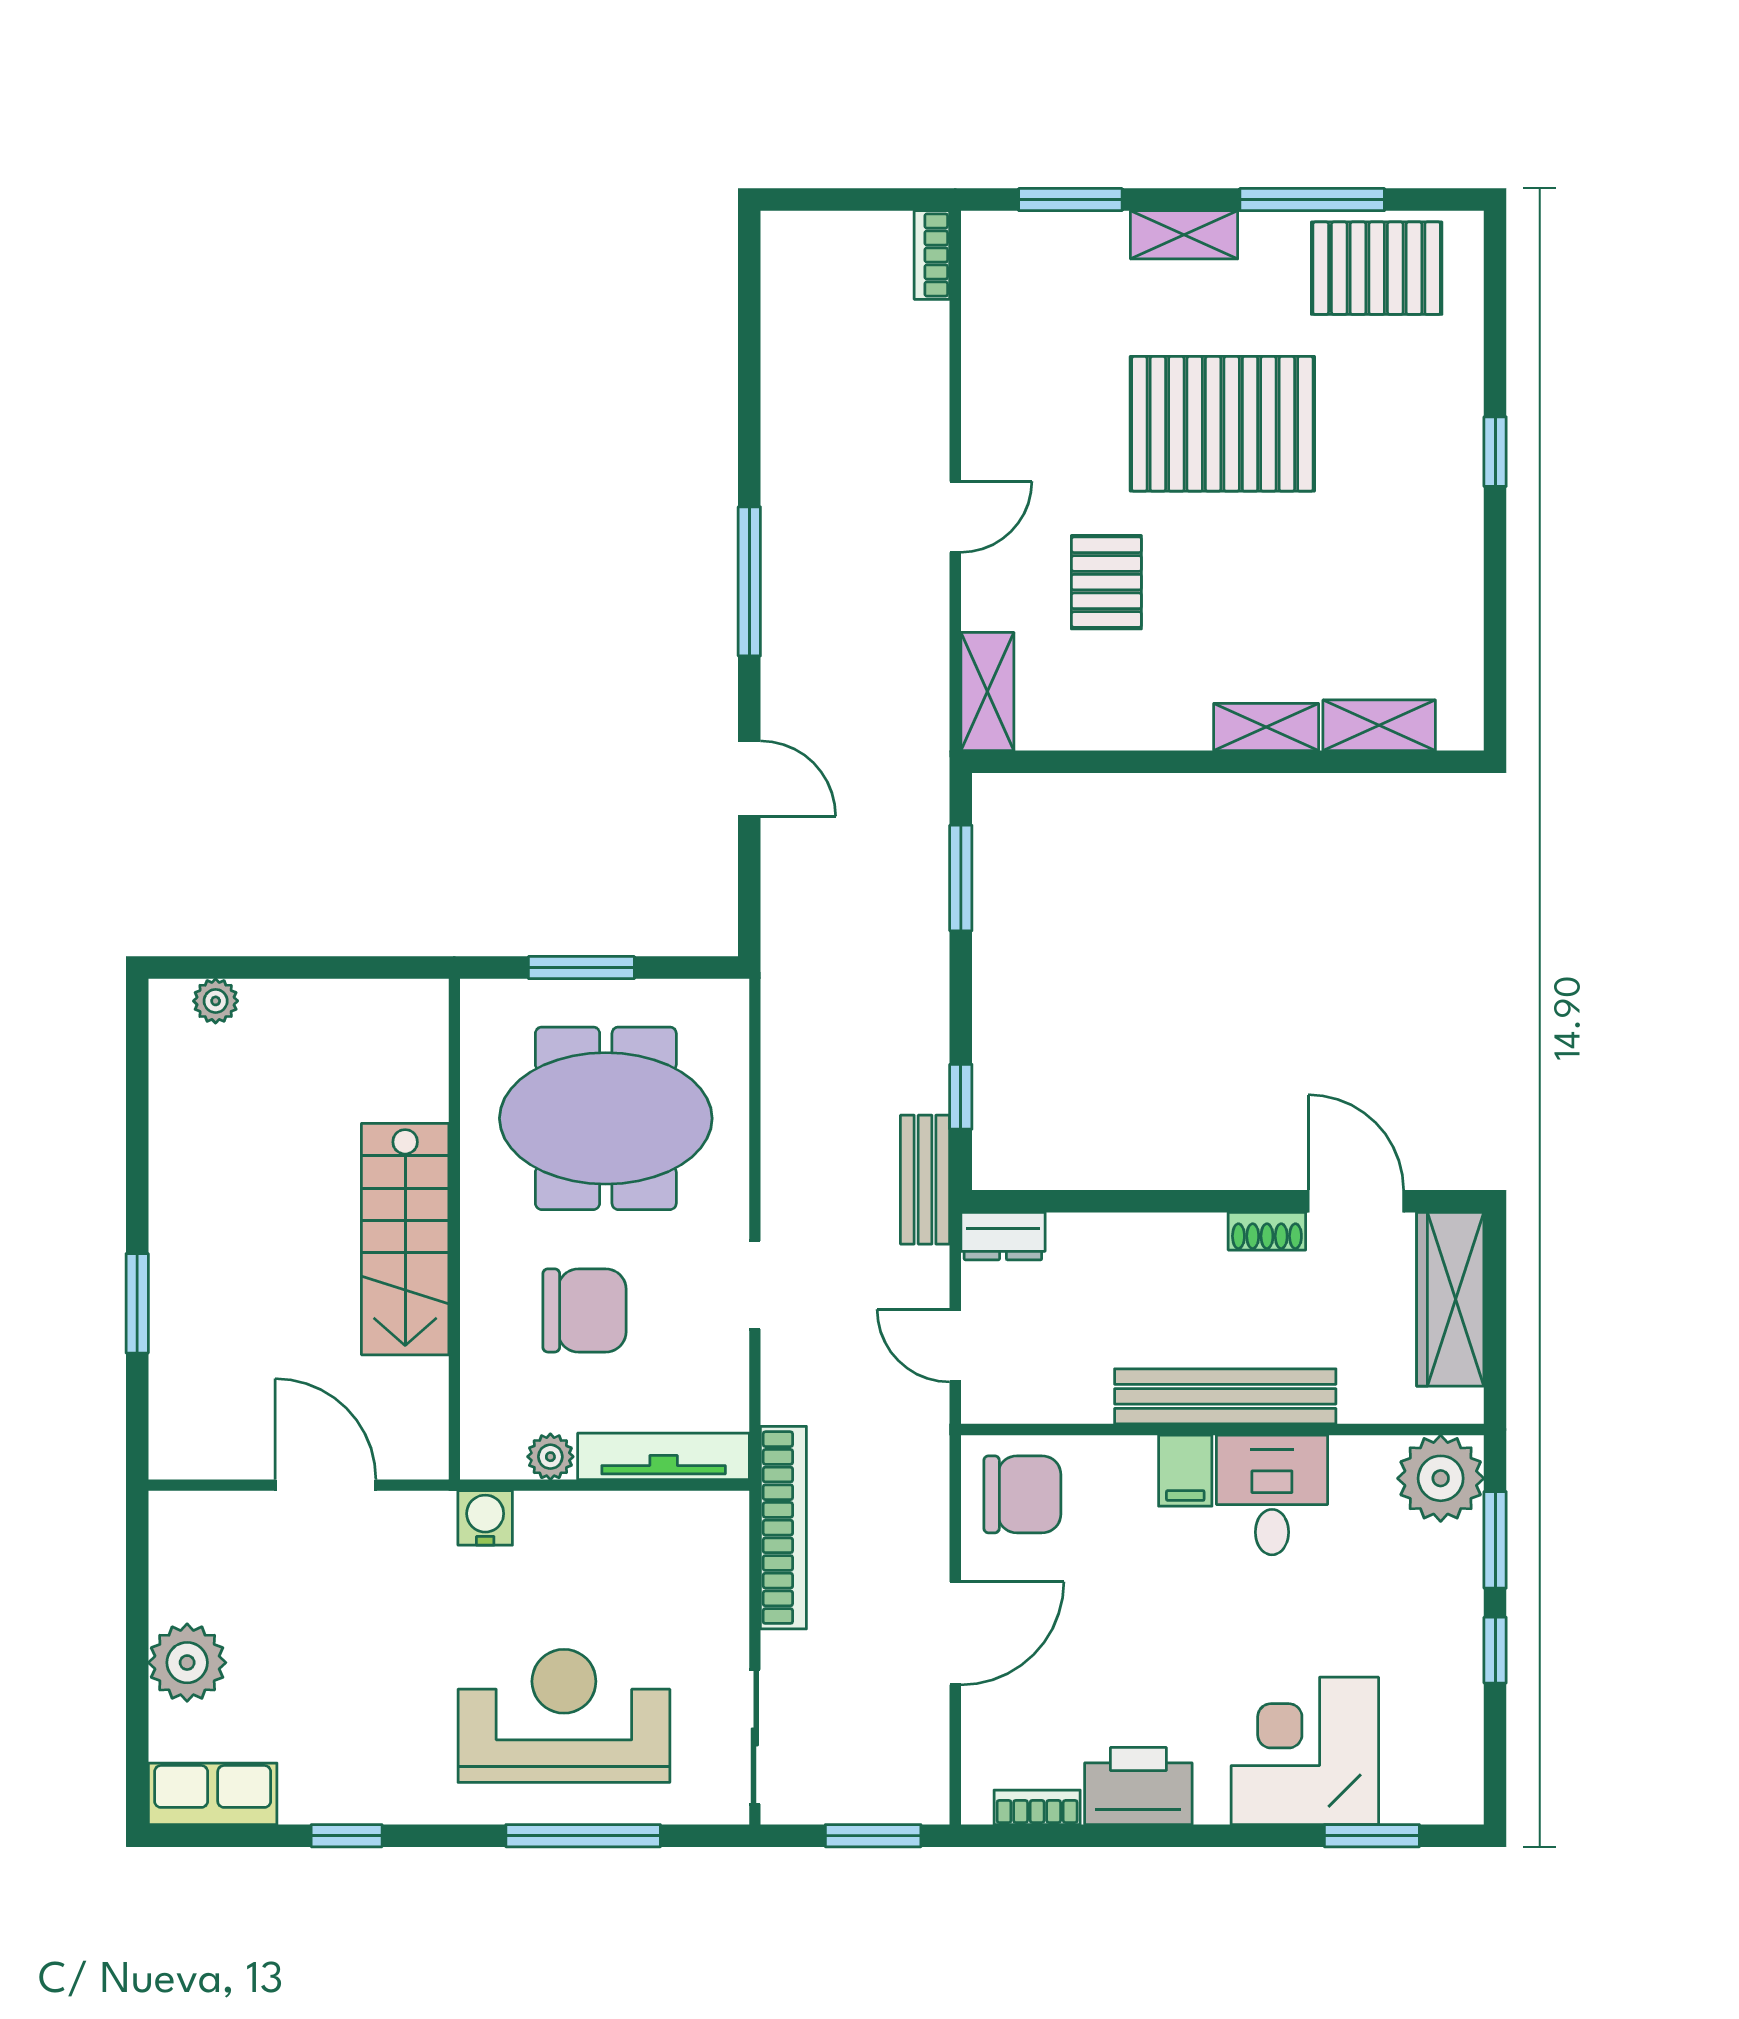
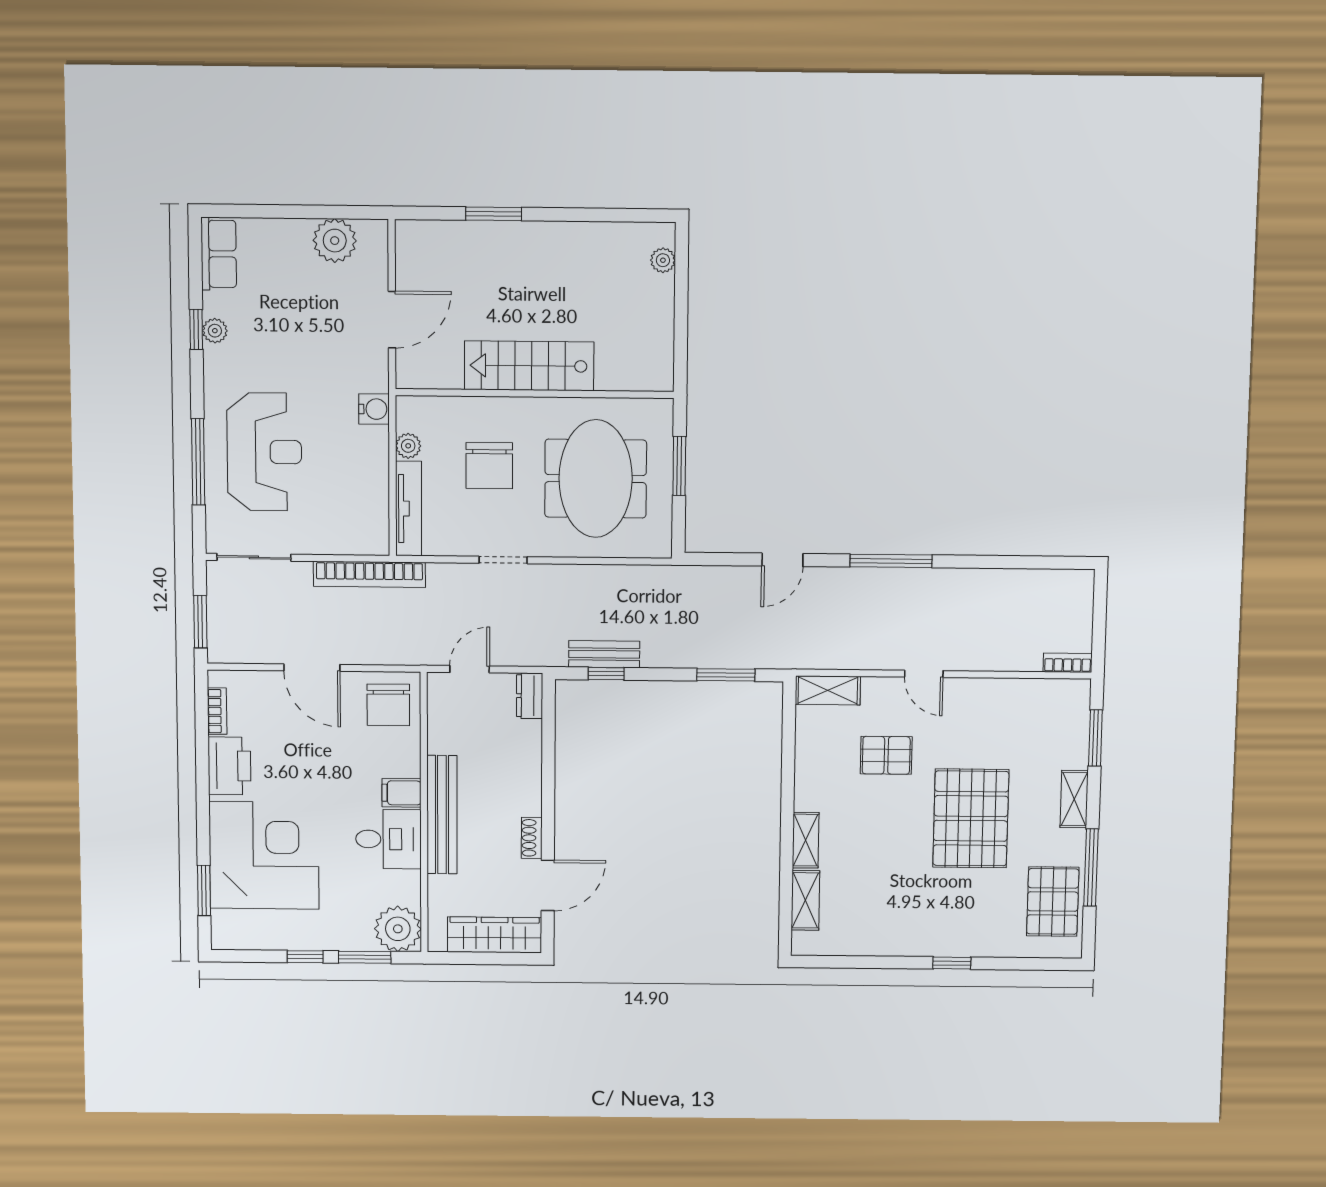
bench: (925, 1180) -> (604, 654), moved
plant: (187, 1663) -> (335, 241), moved
corner desk: (1305, 1751) -> (264, 855), width x1.36, depth x1.36
plant: (349, 1802) -> (215, 331), added

